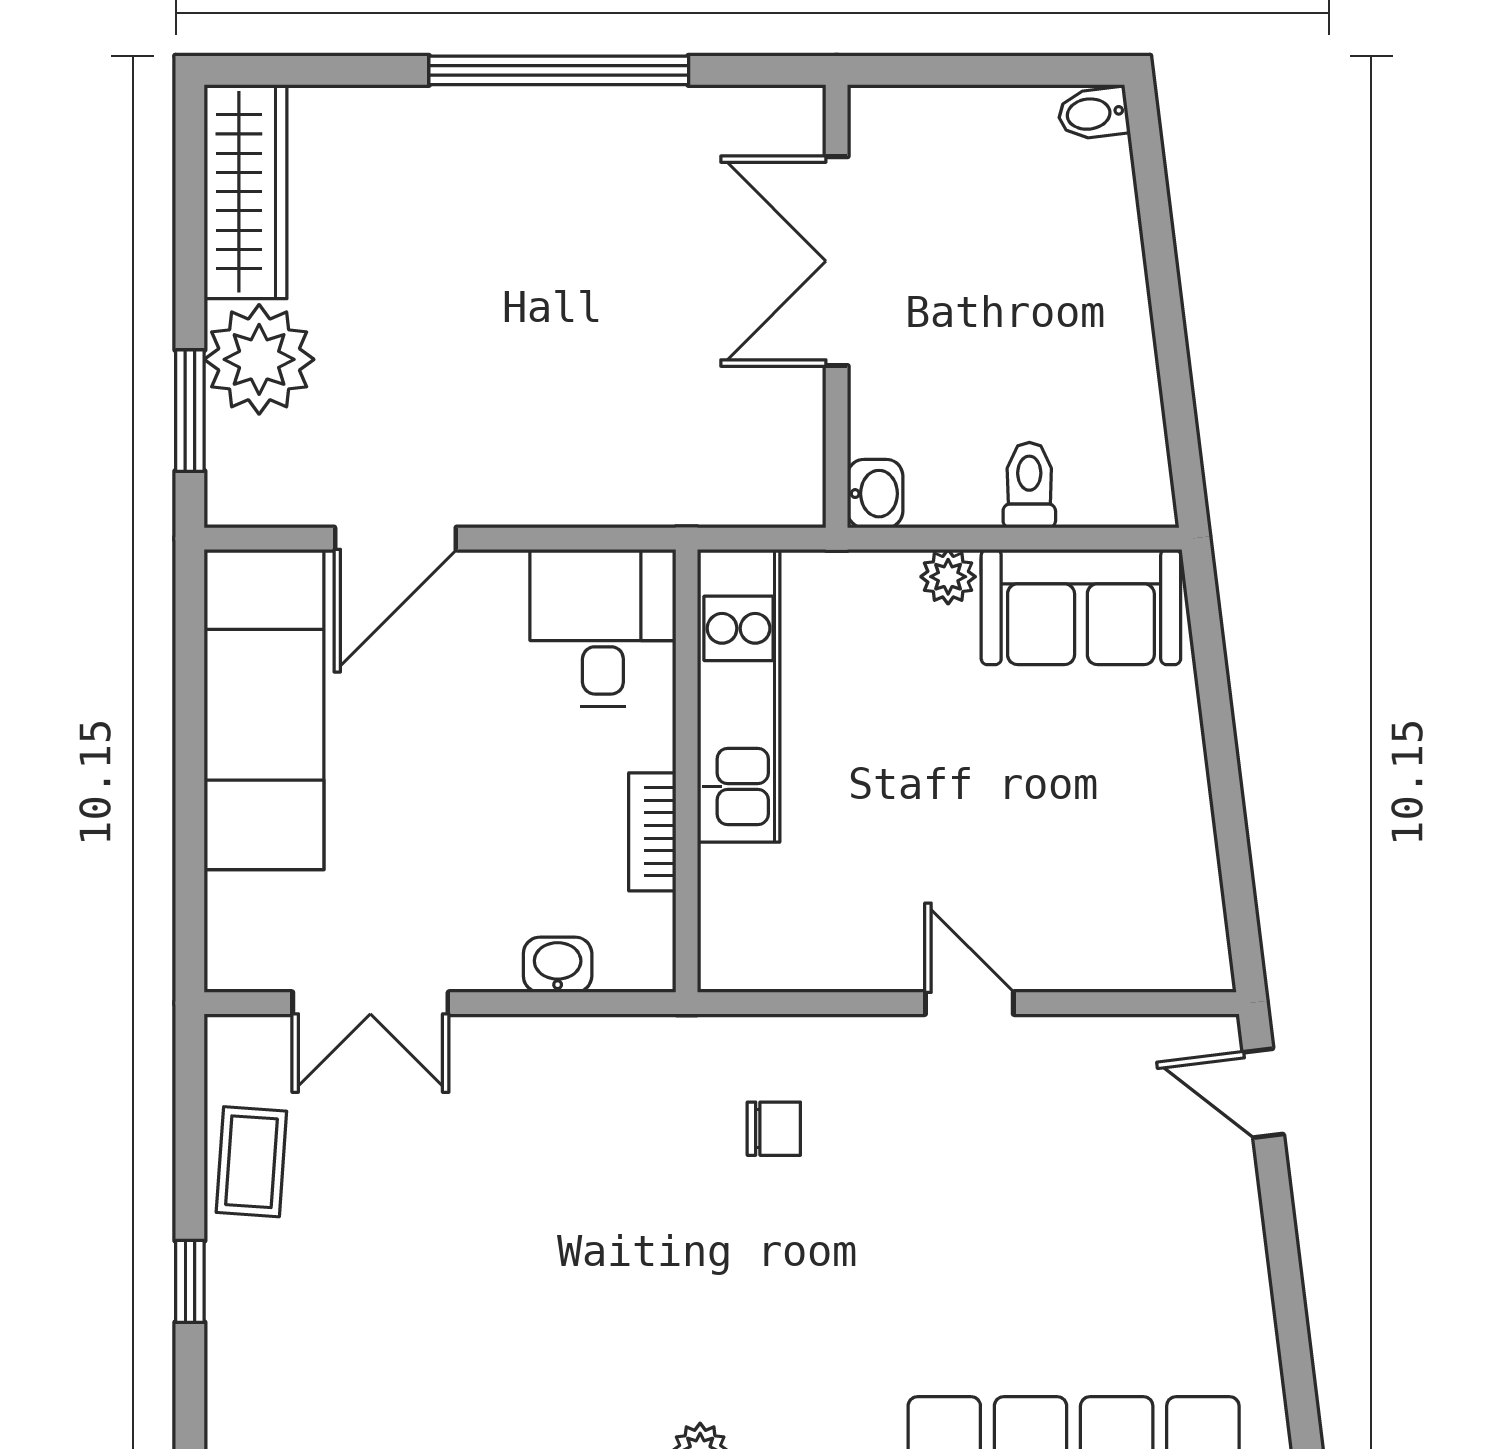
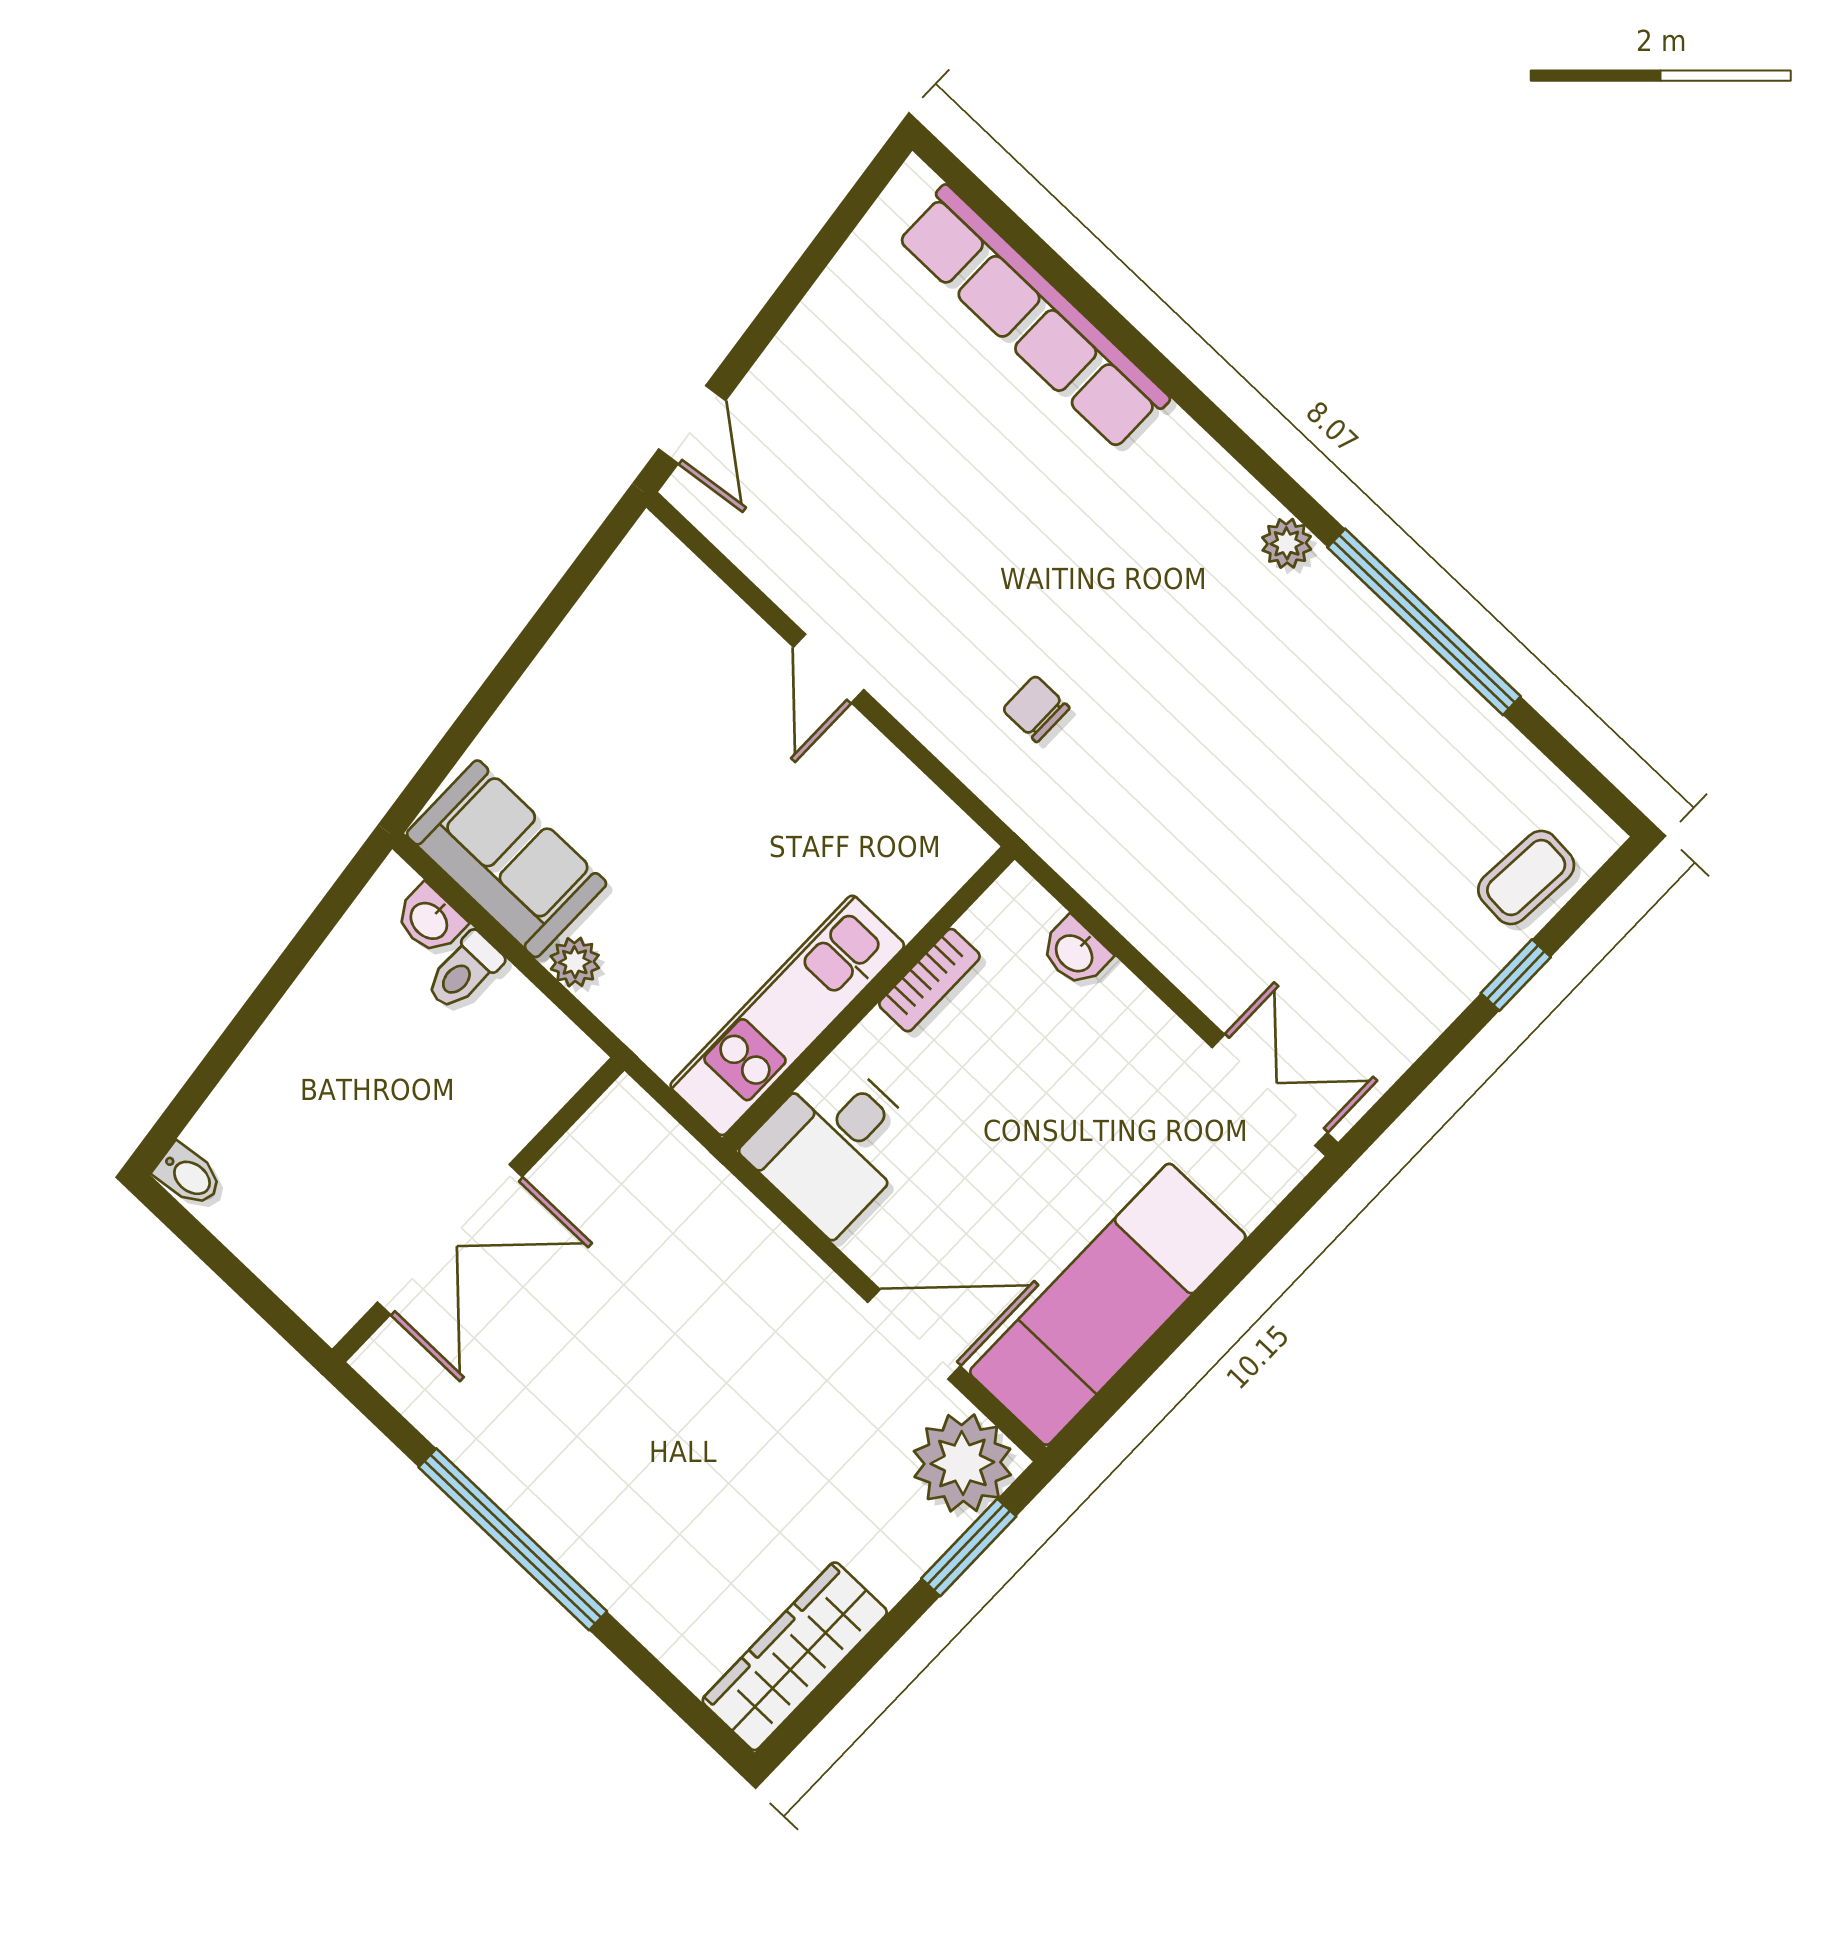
plant: (259, 359) -> (962, 1463), moved
washbasin: (875, 494) -> (430, 920), moved, turned -90
double door: (370, 1003) -> (1270, 1090), moved
coffee table: (251, 1162) -> (1526, 877), moved

